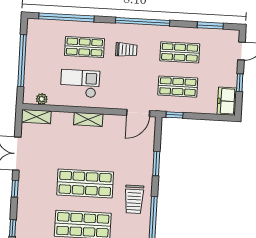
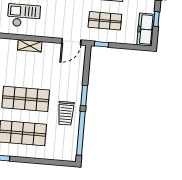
freezer: (227, 101) -> (146, 30), width x1.40
window: (156, 163) -> (84, 95), moved

